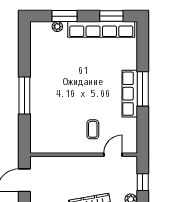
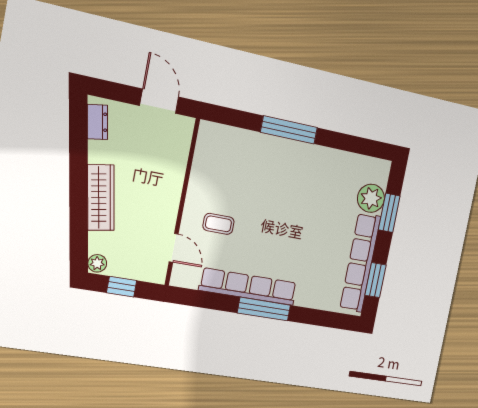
plant: (57, 27) -> (371, 198), width x1.87, depth x1.87
row of seats: (130, 94) -> (248, 287), width x1.36

